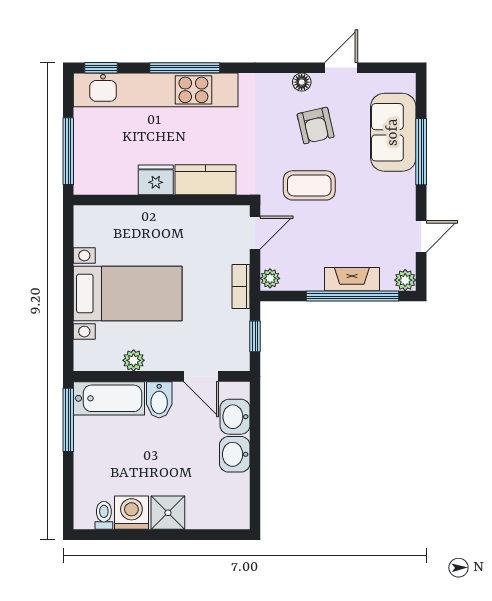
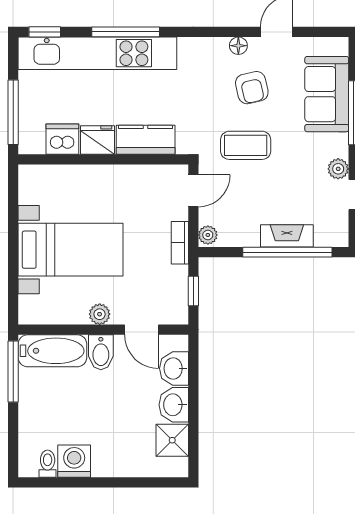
dishwasher: (119, 179) -> (62, 139), added
plant: (405, 280) -> (338, 169), moved
plant: (134, 360) -> (100, 314), moved
shower: (168, 513) -> (172, 440), moved

